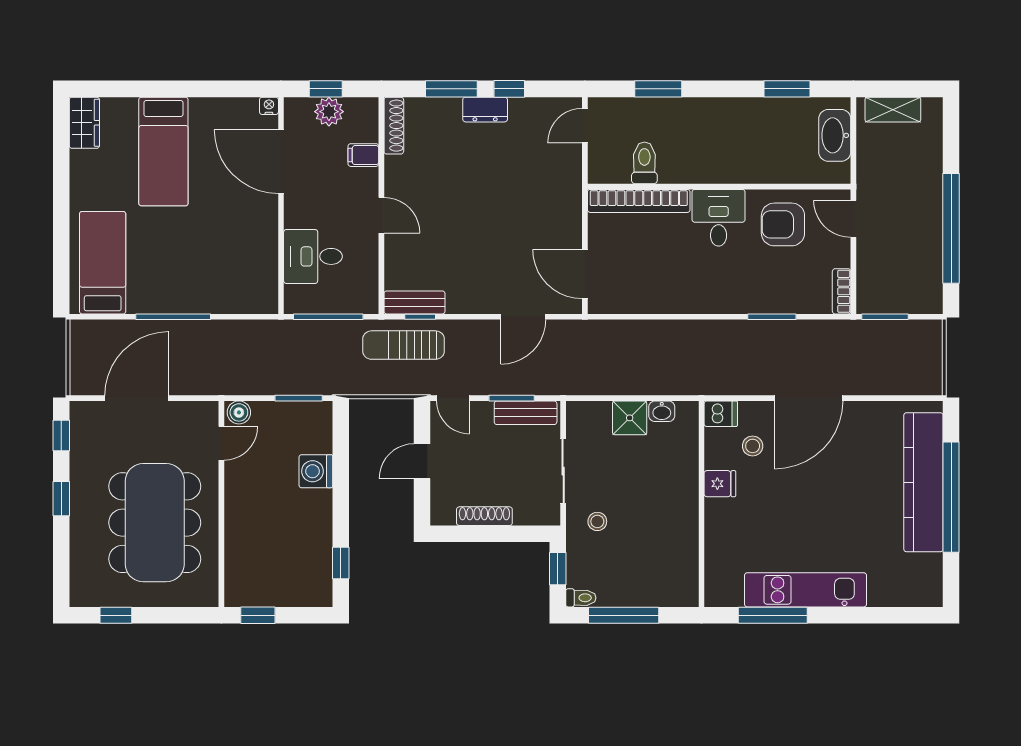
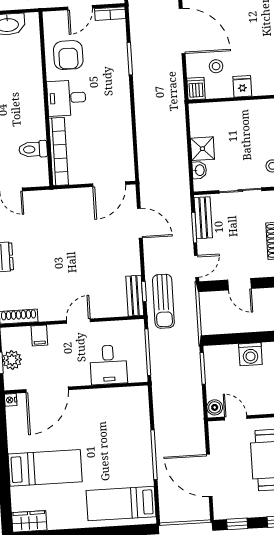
door: (853, 219) -> (80, 8), moved
washbasin: (662, 411) -> (199, 170), moved

